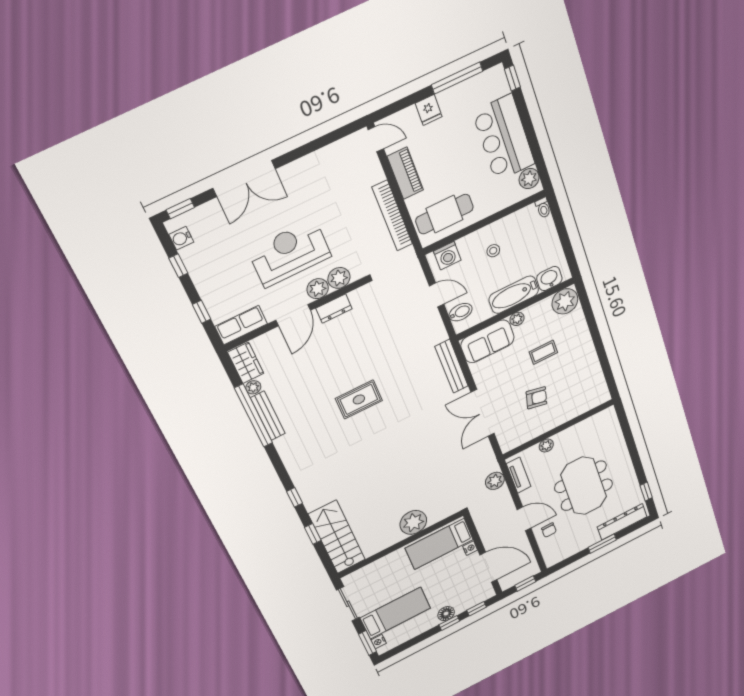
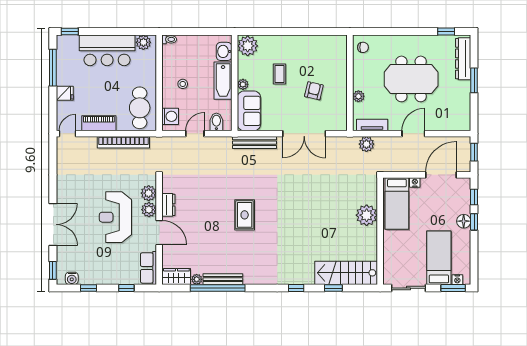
chair: (549, 530) -> (363, 47), moved

